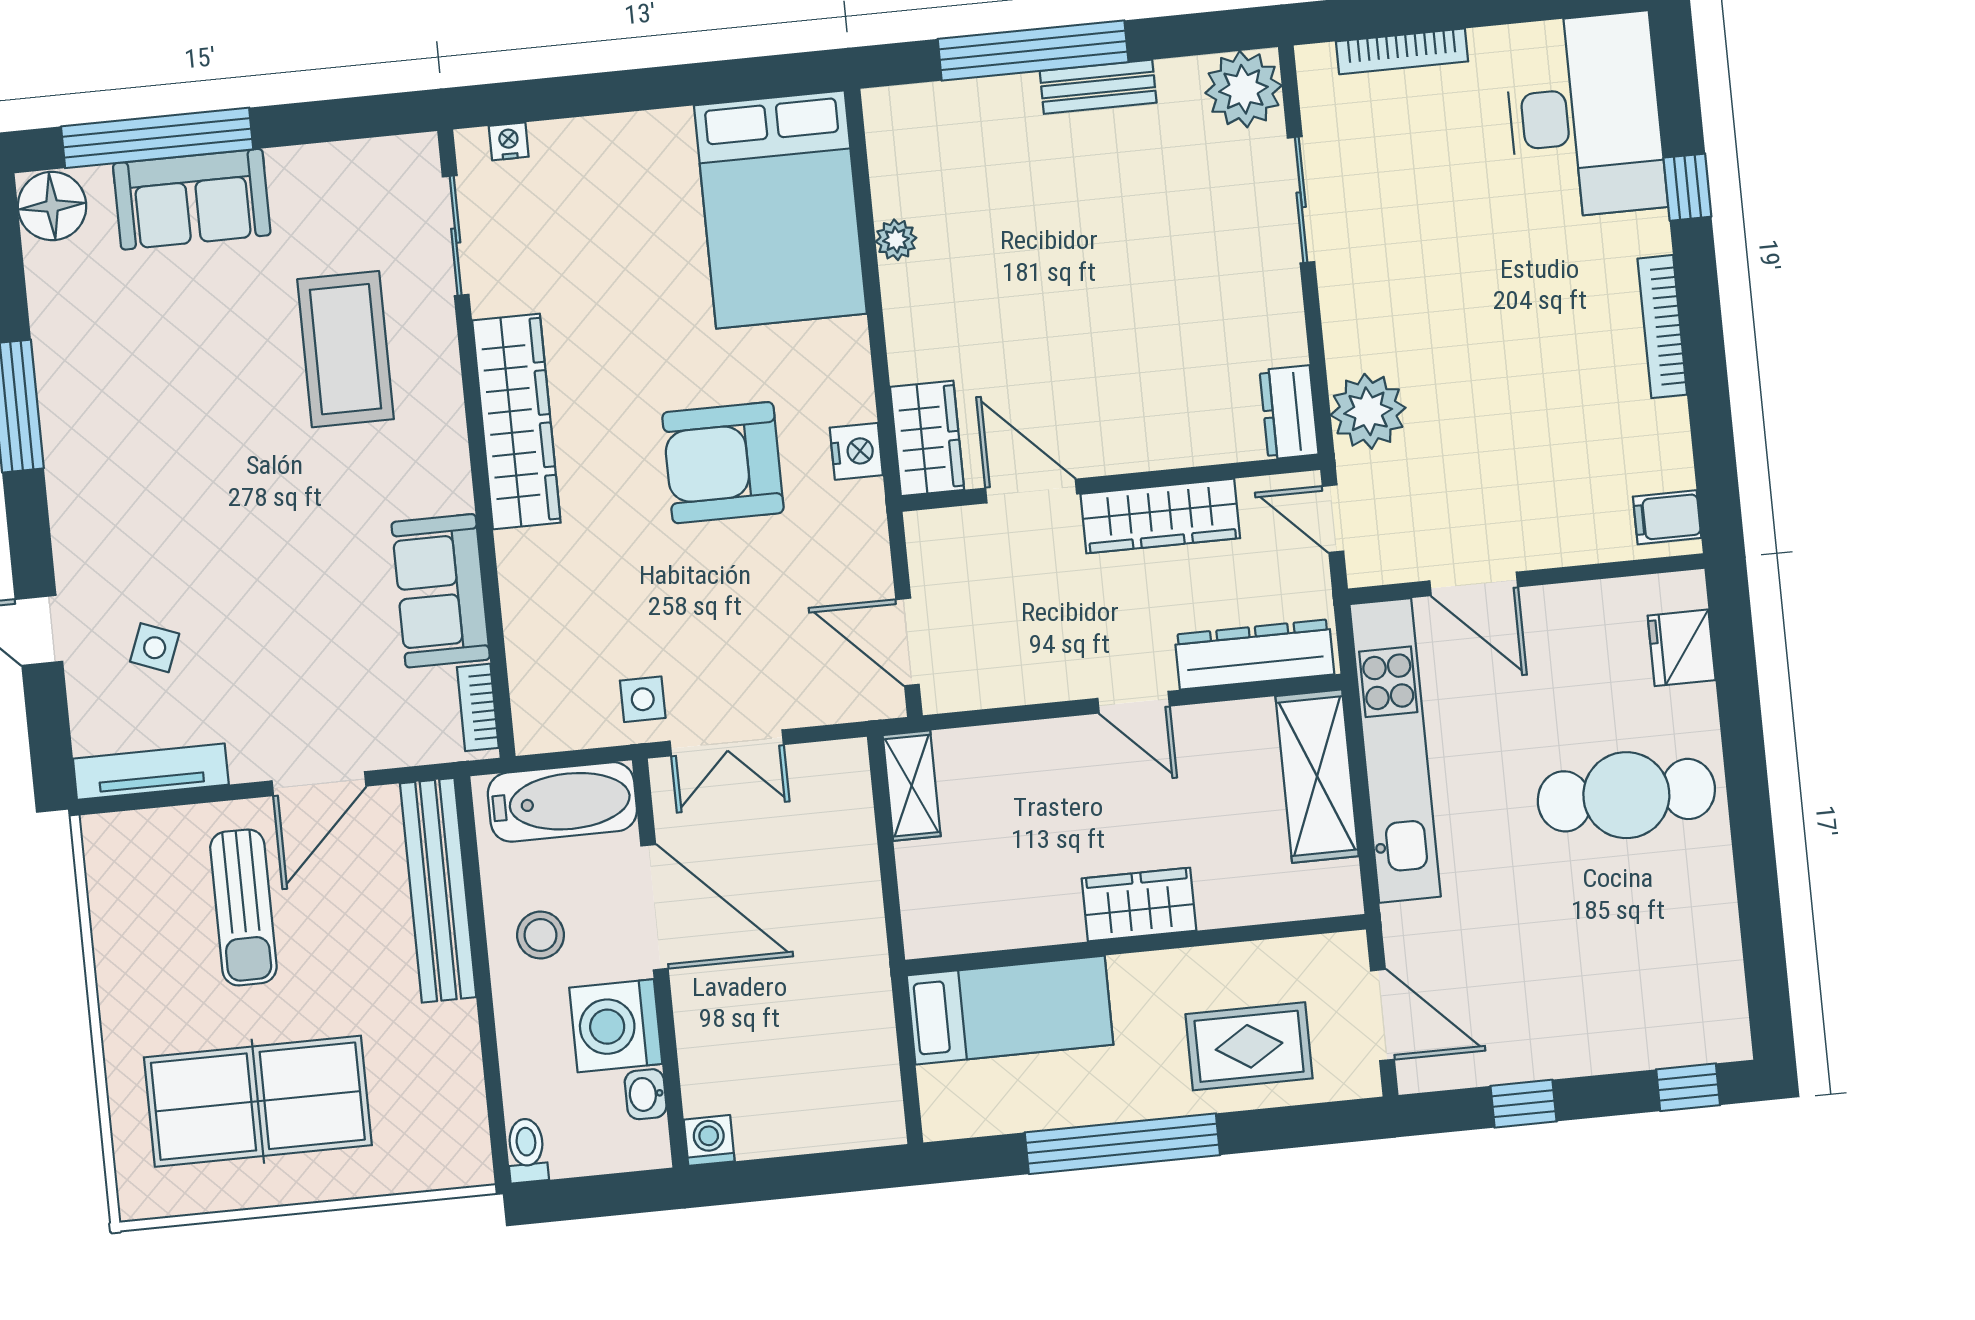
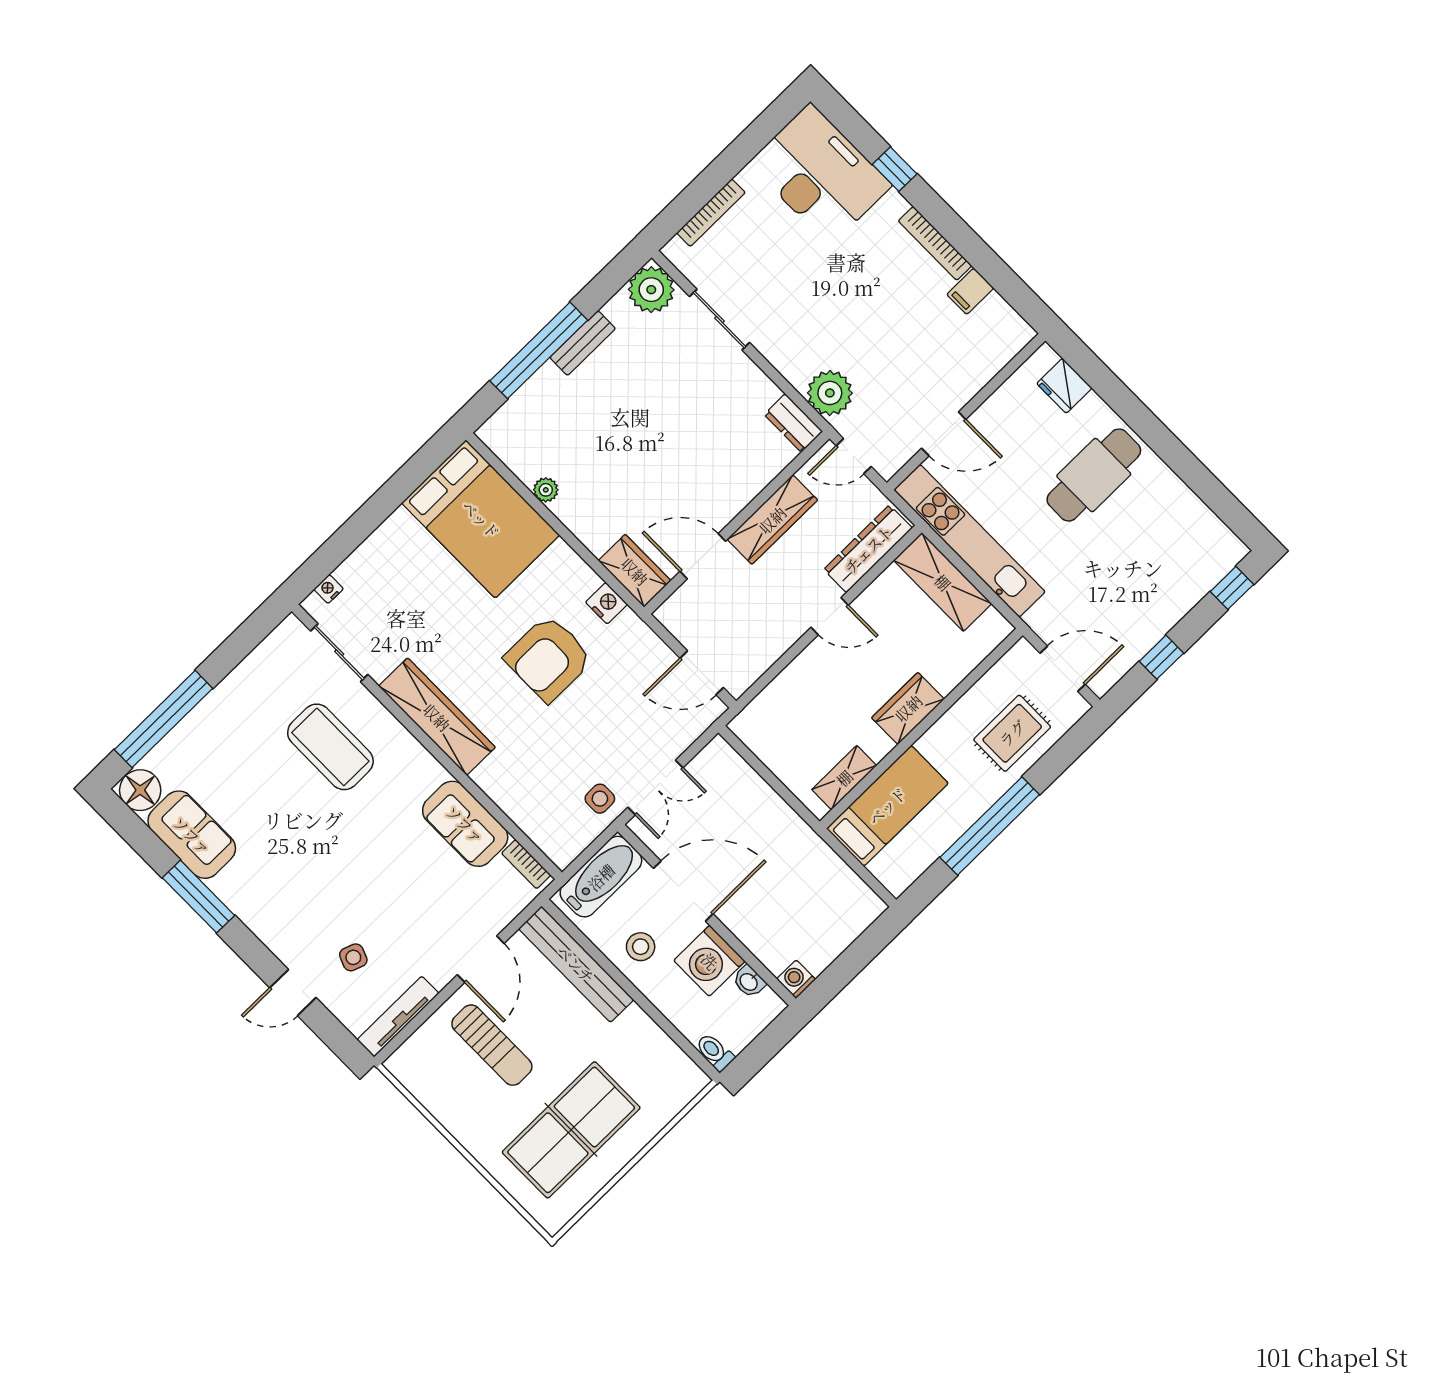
sofa: (192, 199) -> (192, 835), moved, turned -90
filing cabinet: (1667, 517) -> (970, 291), moved
shelving: (912, 786) -> (844, 778), moved, turned 90

